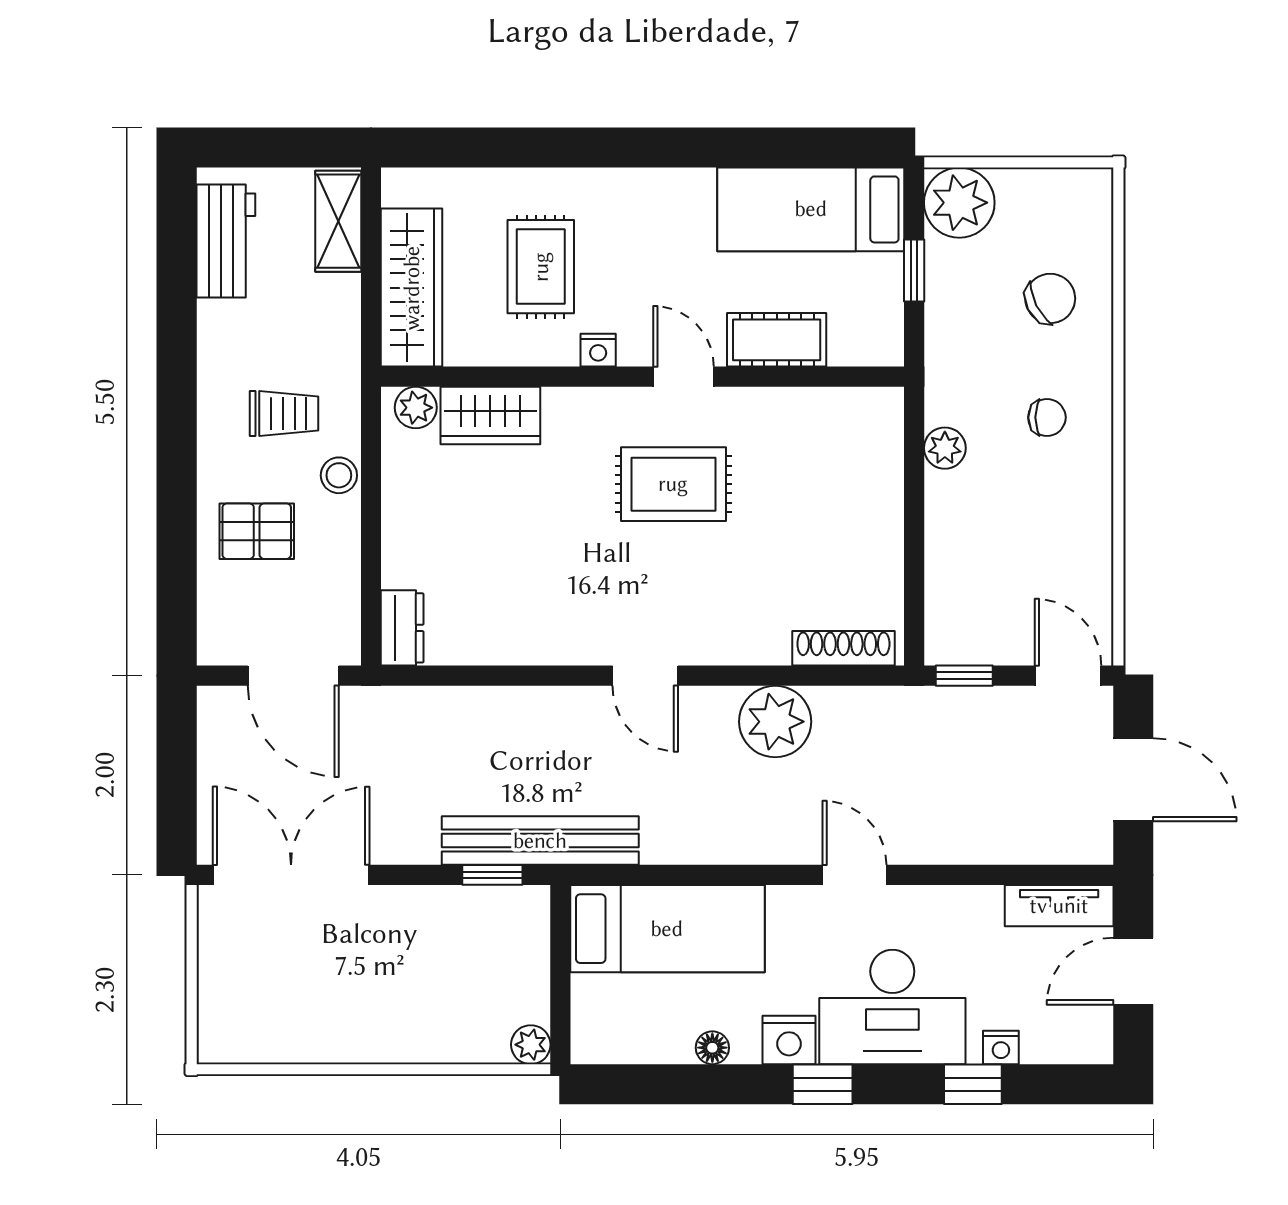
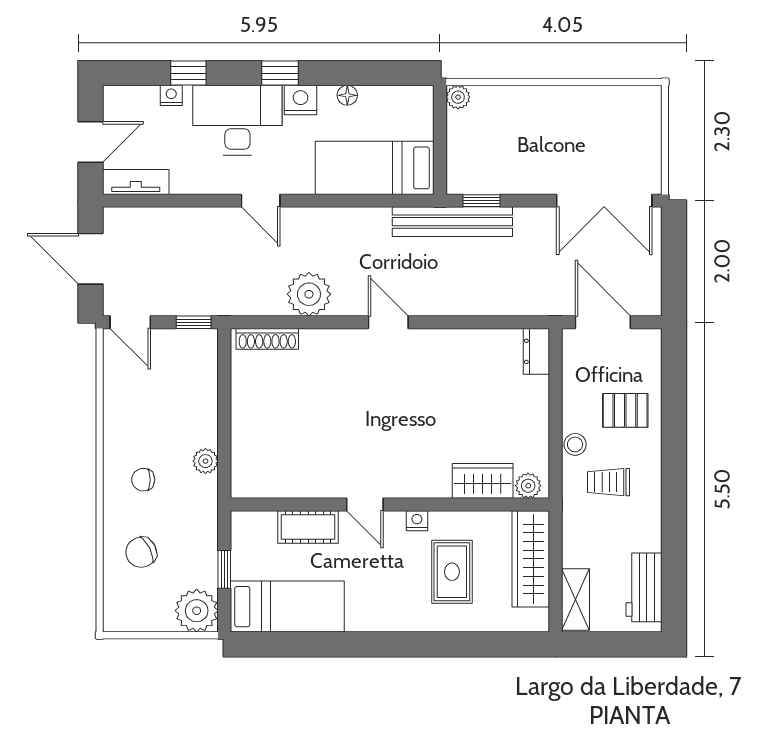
rug: (673, 484) -> (371, 439), removed

